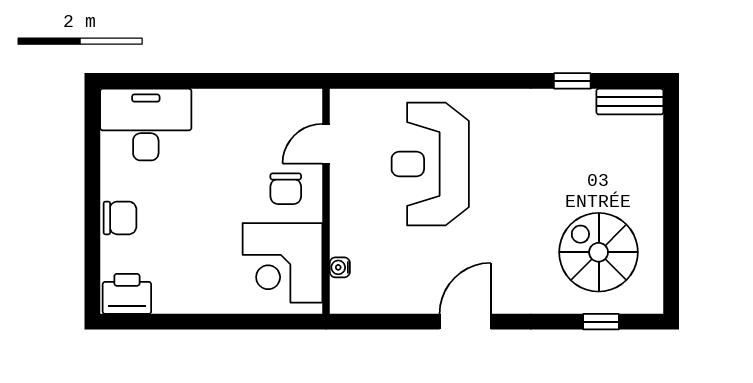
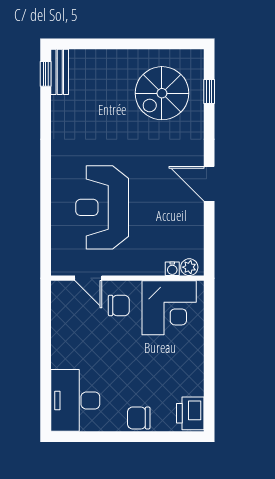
window: (572, 81) -> (46, 74), moved
reception desk: (430, 164) -> (102, 207), turned 90
chair: (120, 218) -> (139, 418), turned -90
plant: (342, 293) -> (189, 267), added

